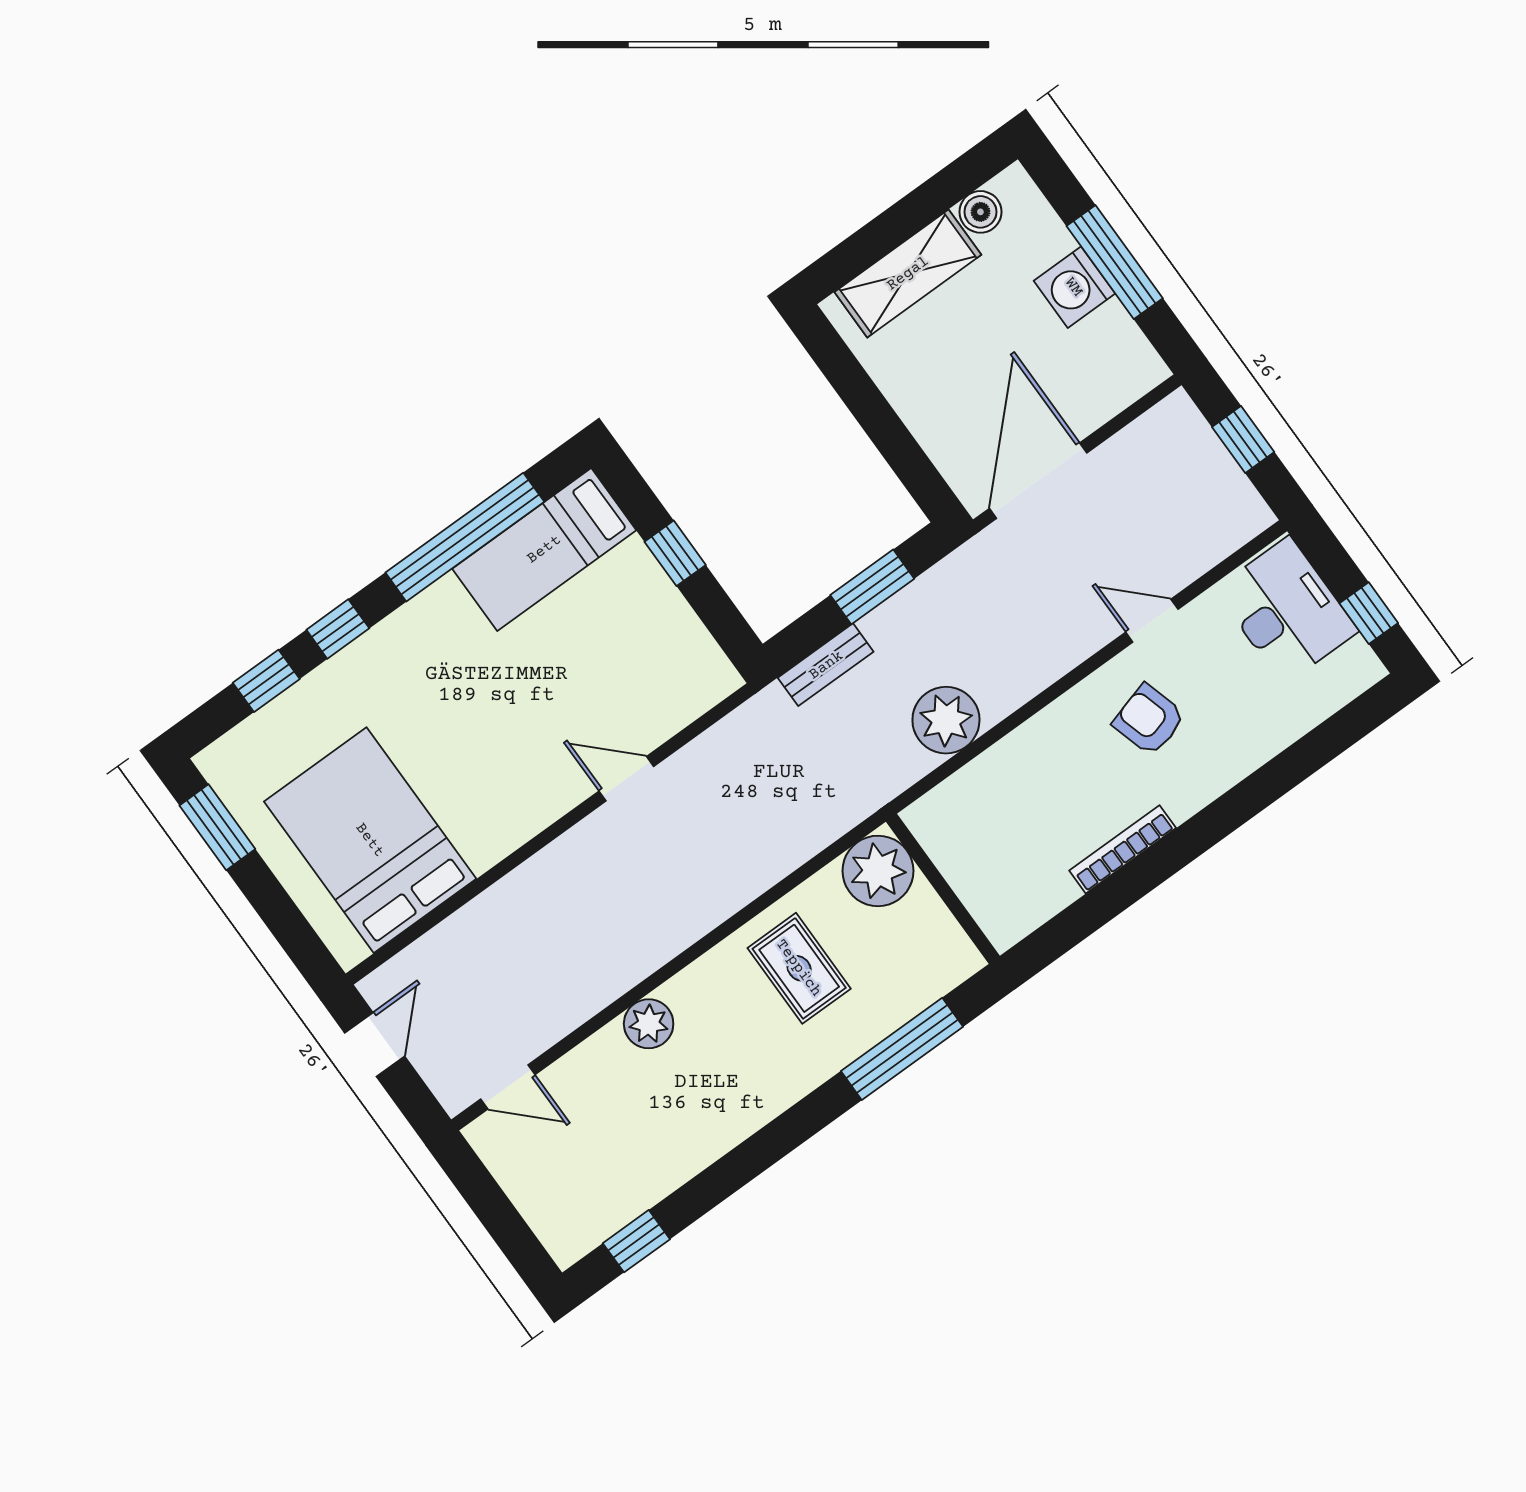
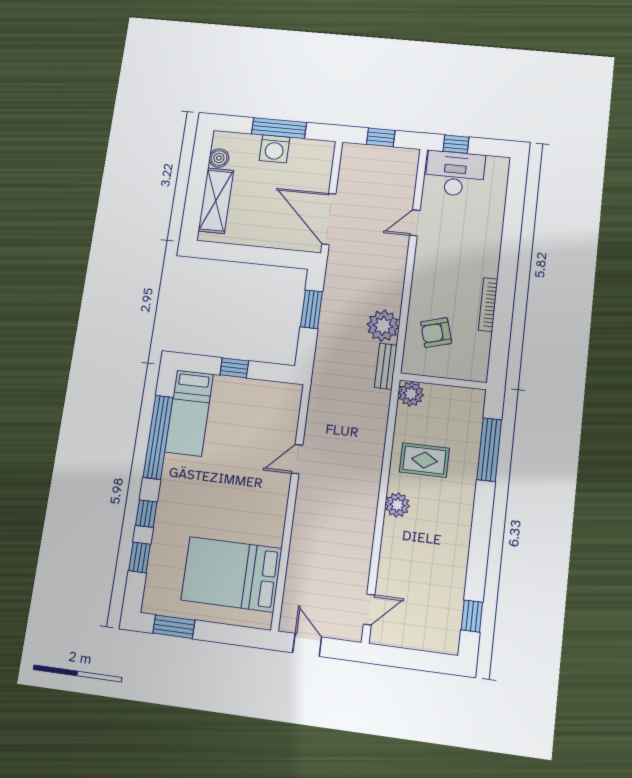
window: (1369, 613) -> (456, 144), moved
bench: (826, 665) -> (386, 366), moved
armchair: (1149, 720) -> (436, 333), moved
plant: (878, 871) -> (411, 394), width x0.73, depth x0.73
plant: (649, 1024) -> (397, 505), moved

